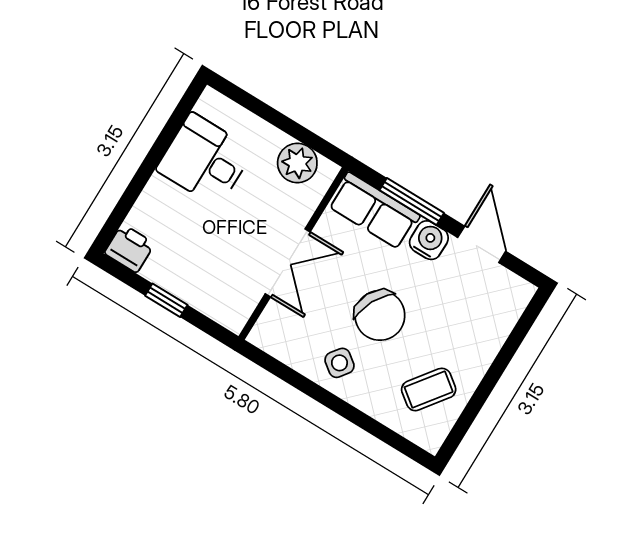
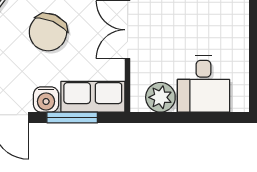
desk: (205, 160) -> (203, 84), moved, turned 90
chair: (380, 315) -> (48, 32), turned -93

